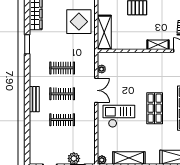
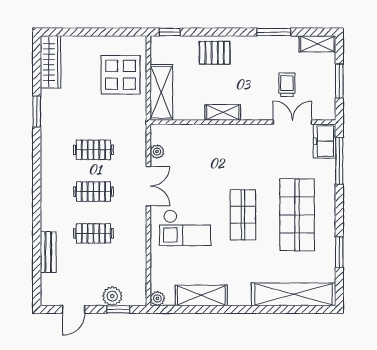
shelving: (158, 45) -> (223, 112), moved
bench: (34, 99) -> (48, 252), moved
checkout: (119, 116) -> (185, 228), turned 180

